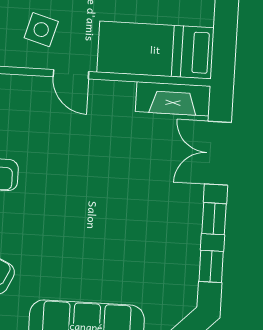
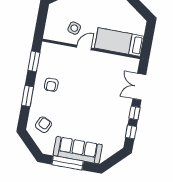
door: (71, 74) -> (84, 48), swing flipped
fireplace: (173, 99) -> (124, 63), removed

